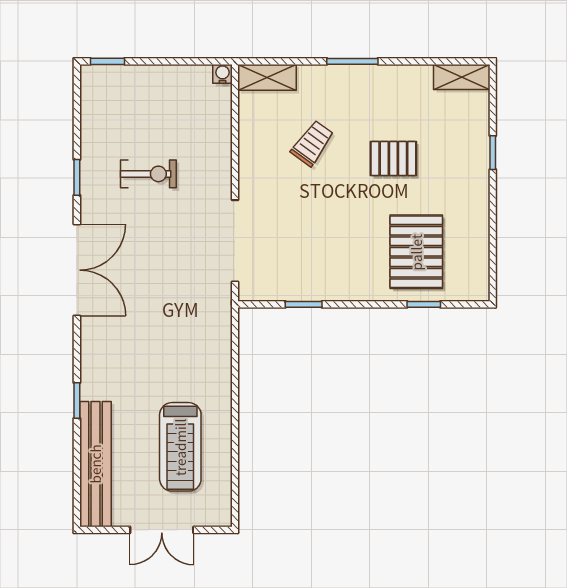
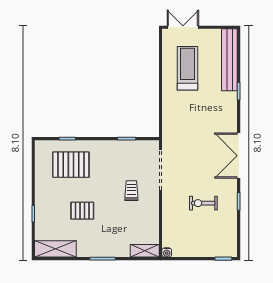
shelving: (462, 77) -> (55, 249), width x1.50, depth x1.33
trolley: (312, 143) -> (131, 191), moved, turned 144
pallet: (416, 252) -> (71, 165), turned 90
double door: (162, 530) -> (183, 27), moved

